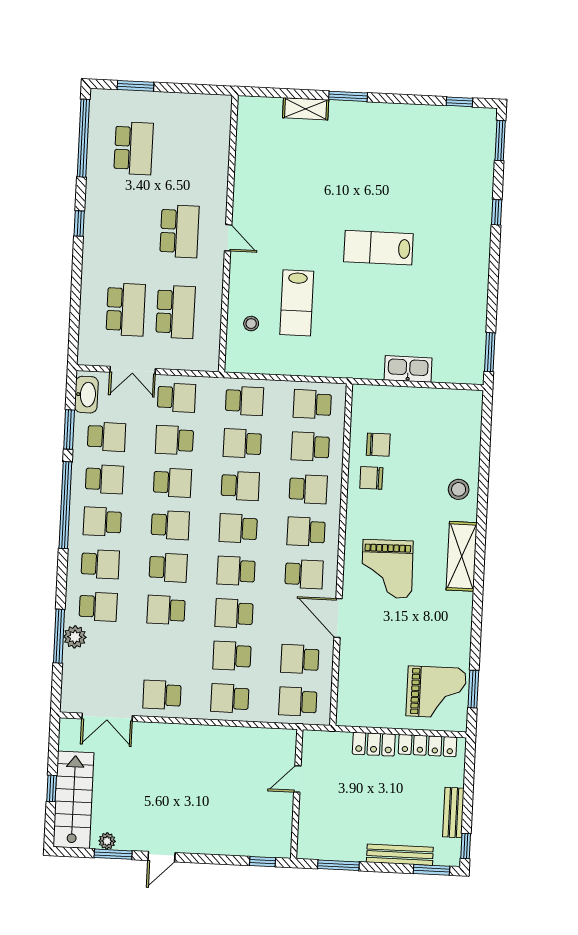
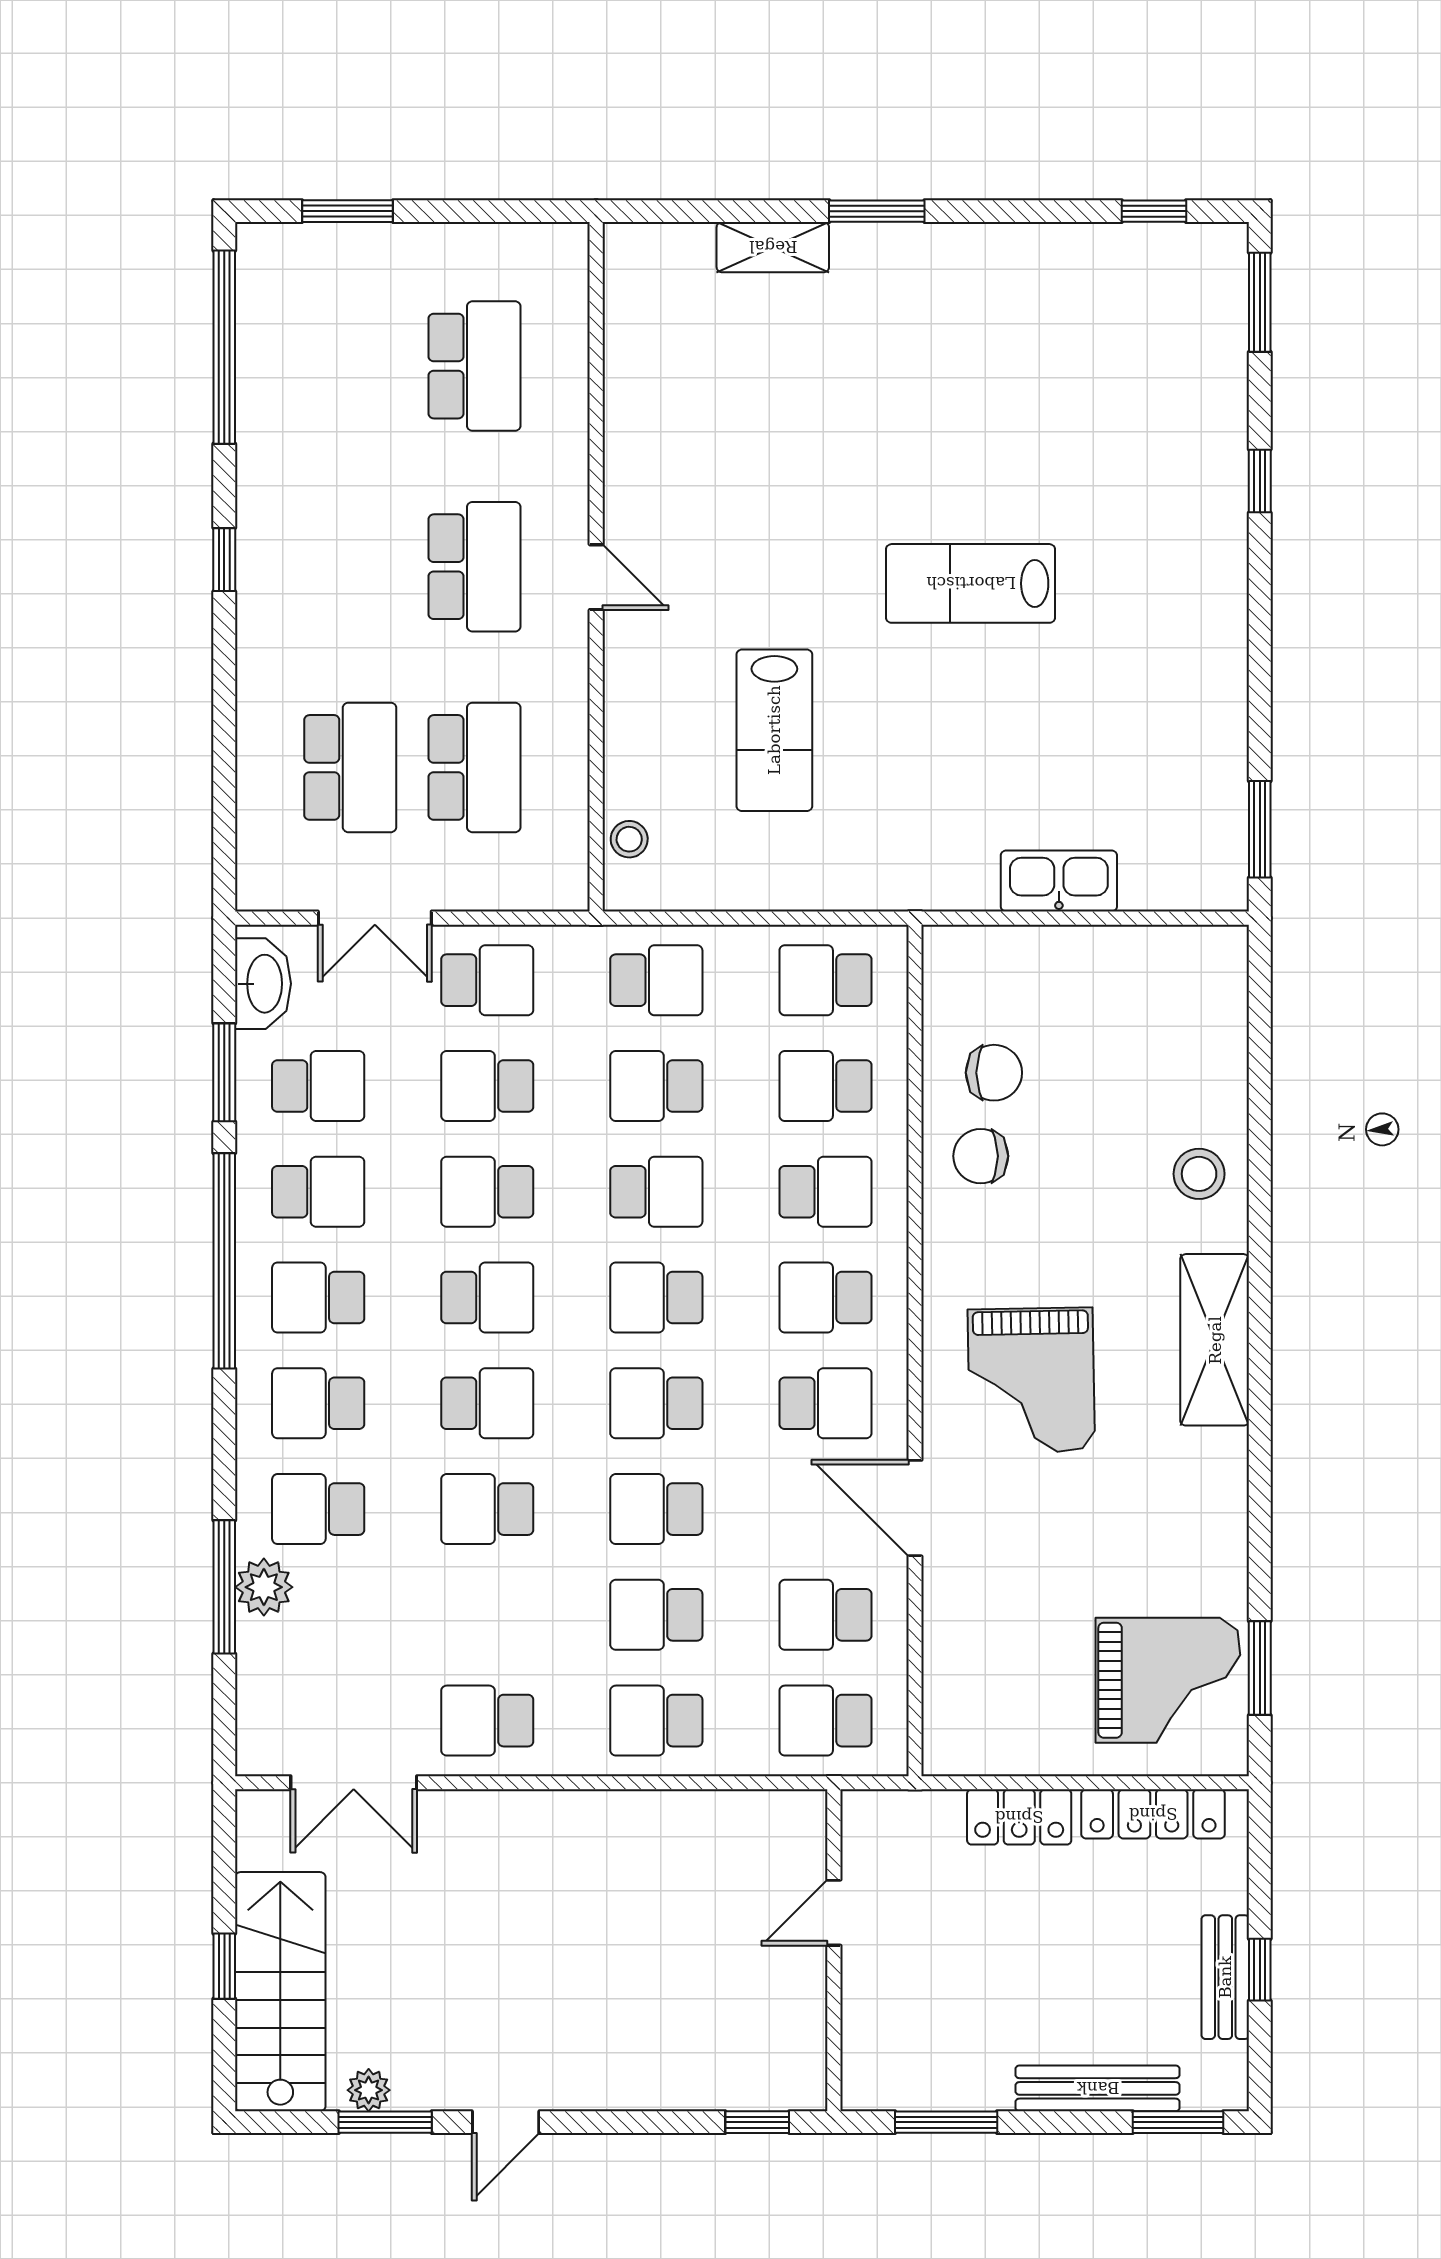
school desk: (134, 148) -> (474, 366), moved
stool: (251, 324) -> (629, 839), moved
school desk: (172, 483) -> (487, 1192), turned 180
school desk: (100, 564) -> (318, 1403), turned 180
school desk: (98, 607) -> (318, 1509), turned 180
window: (466, 846) -> (1260, 1970), moved

